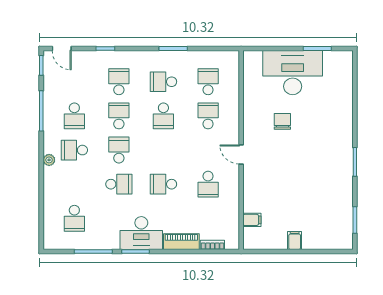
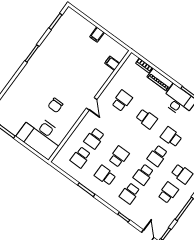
desk: (293, 73) -> (41, 136), moved
school desk: (163, 82) -> (105, 175), turned 180

